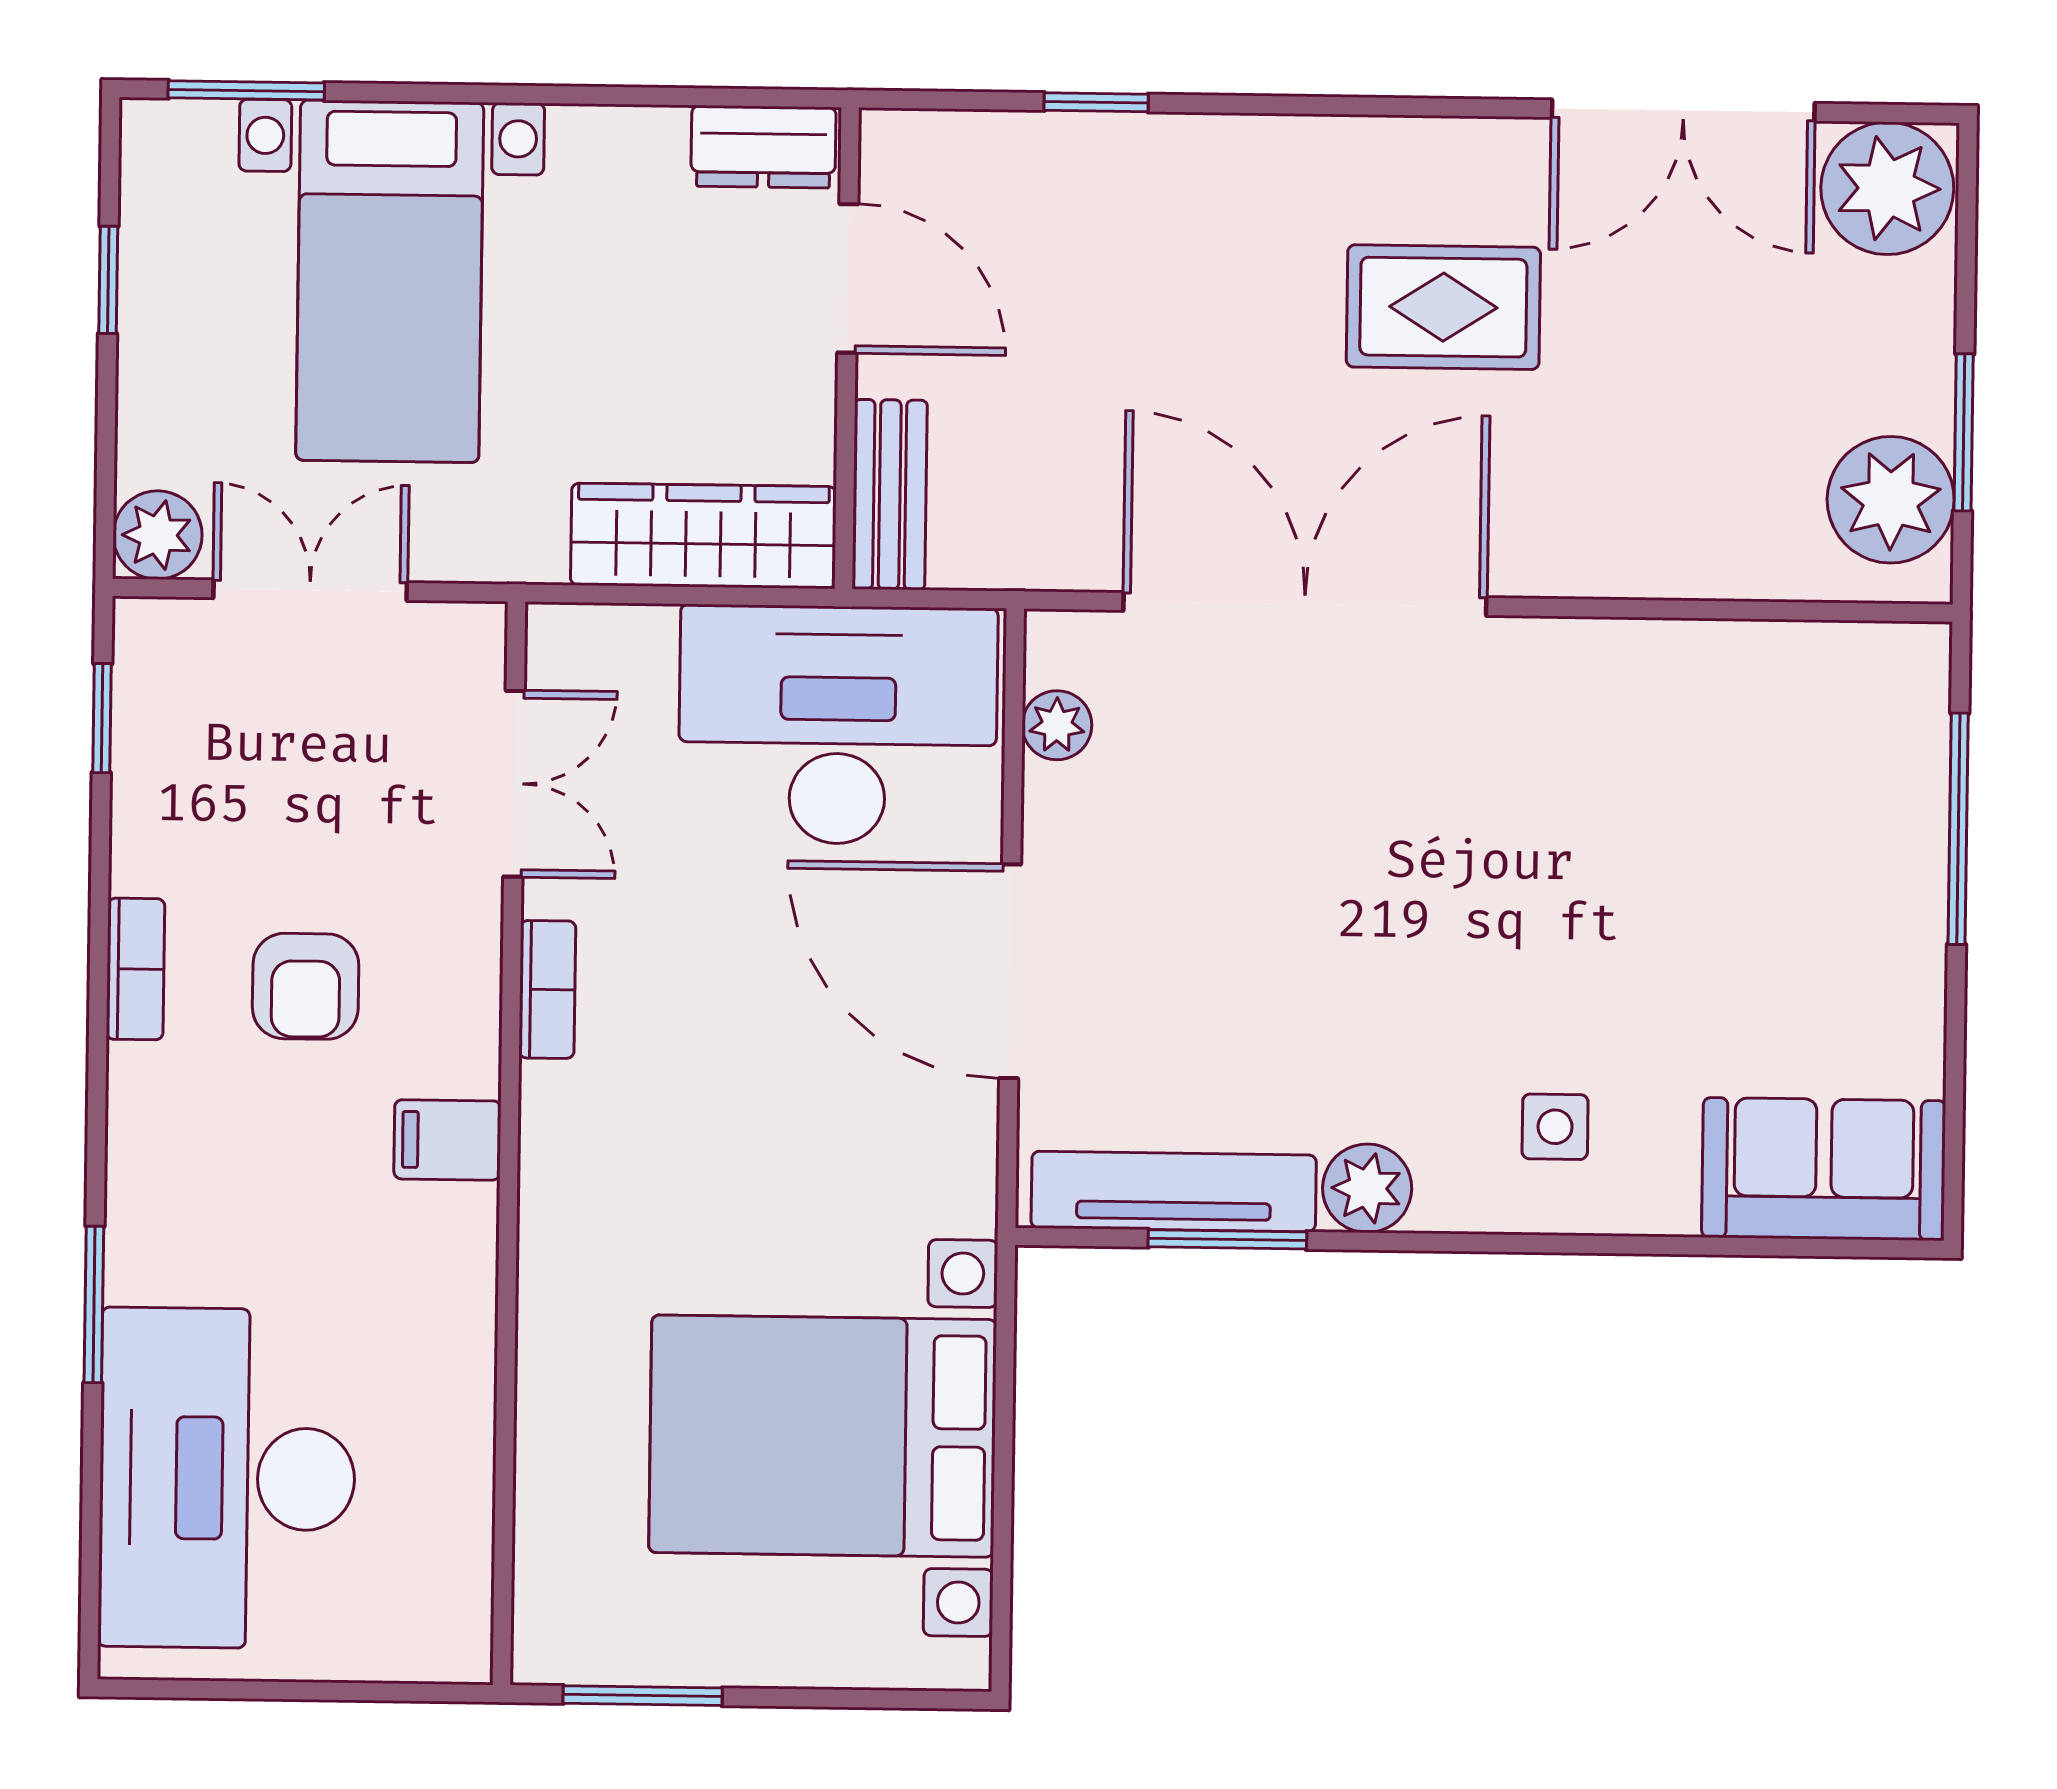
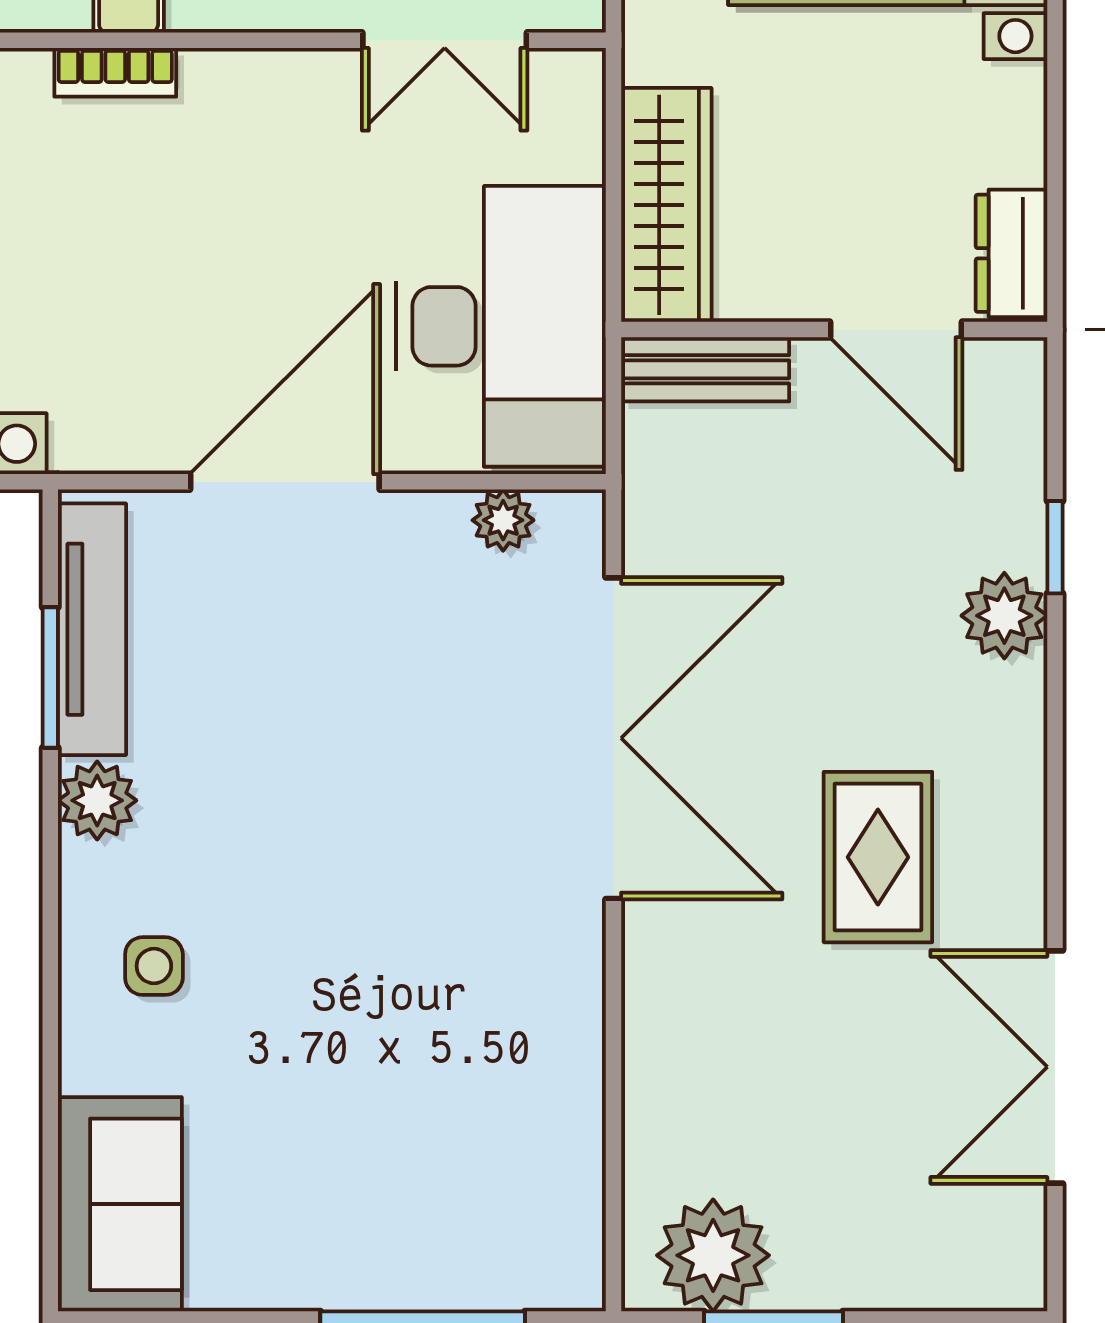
plant: (1887, 188) -> (1004, 616), moved, width x0.73, depth x0.73
door: (848, 278) -> (896, 330), hinge flipped
bookcase: (547, 989) -> (115, 72), moved

